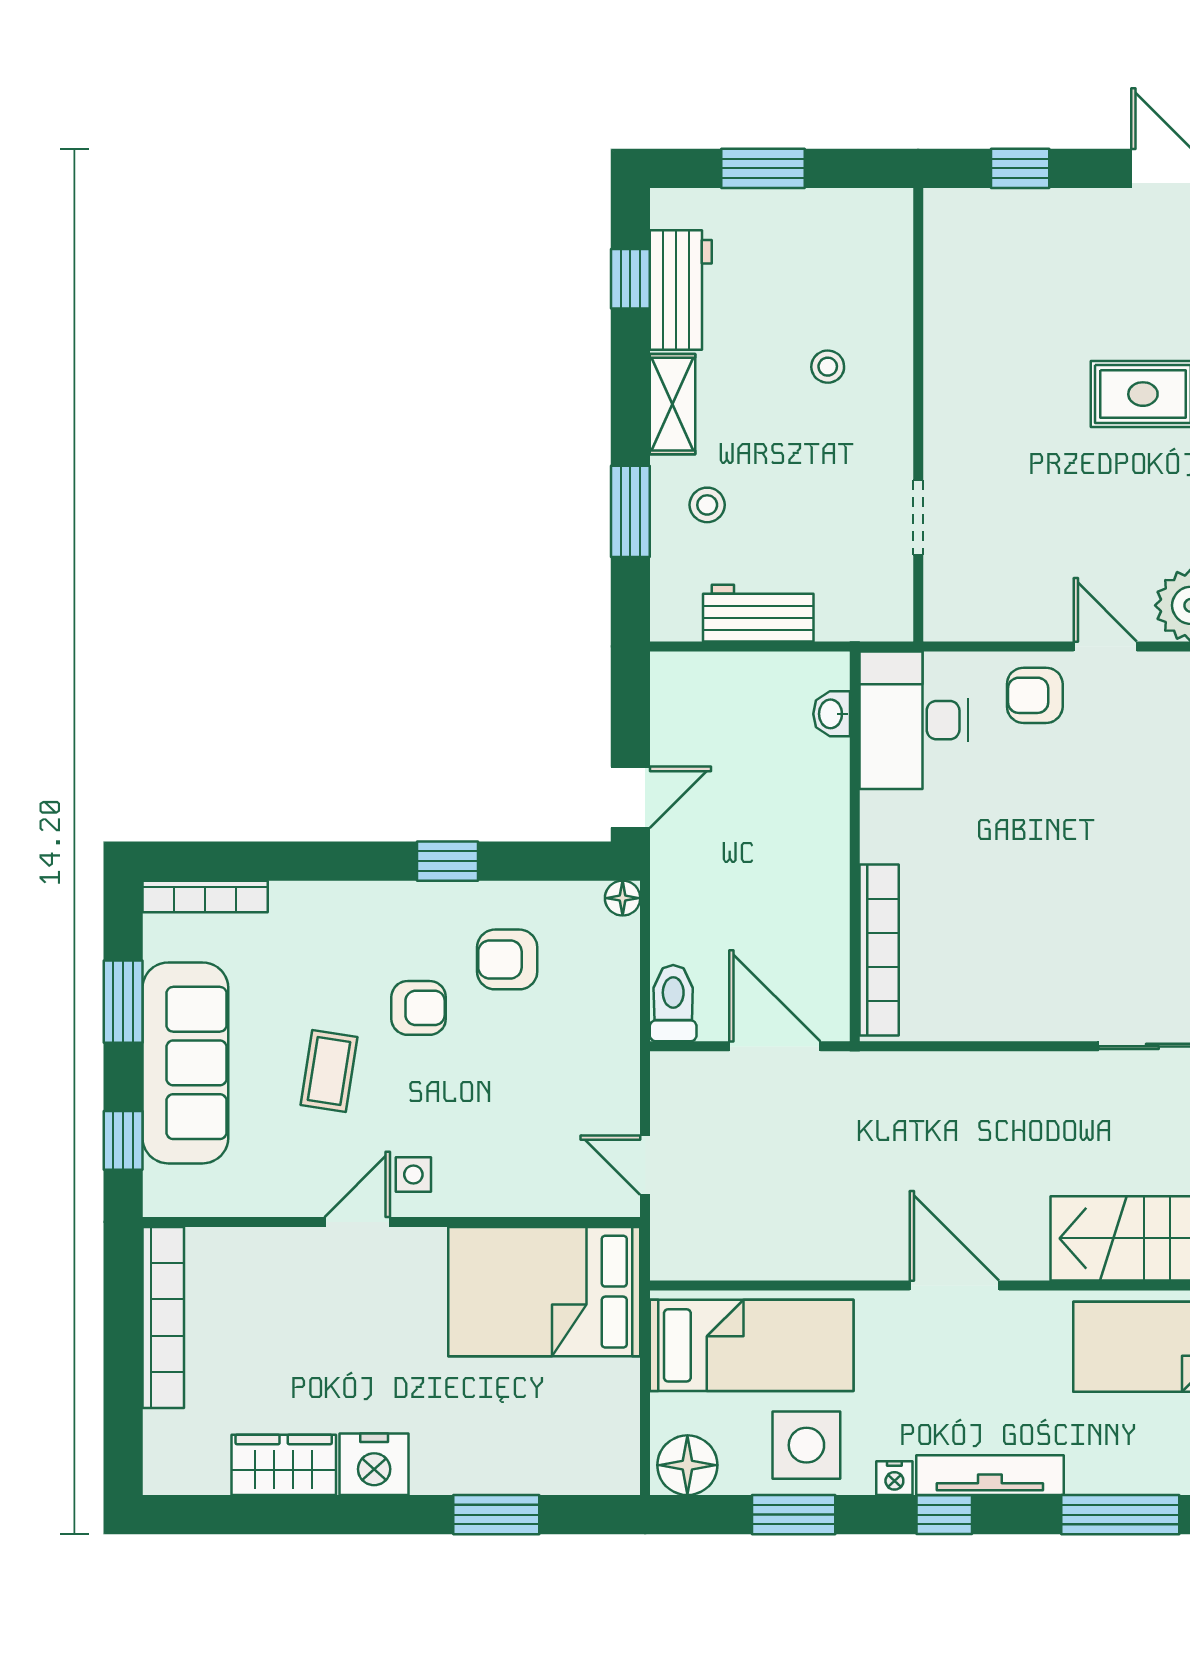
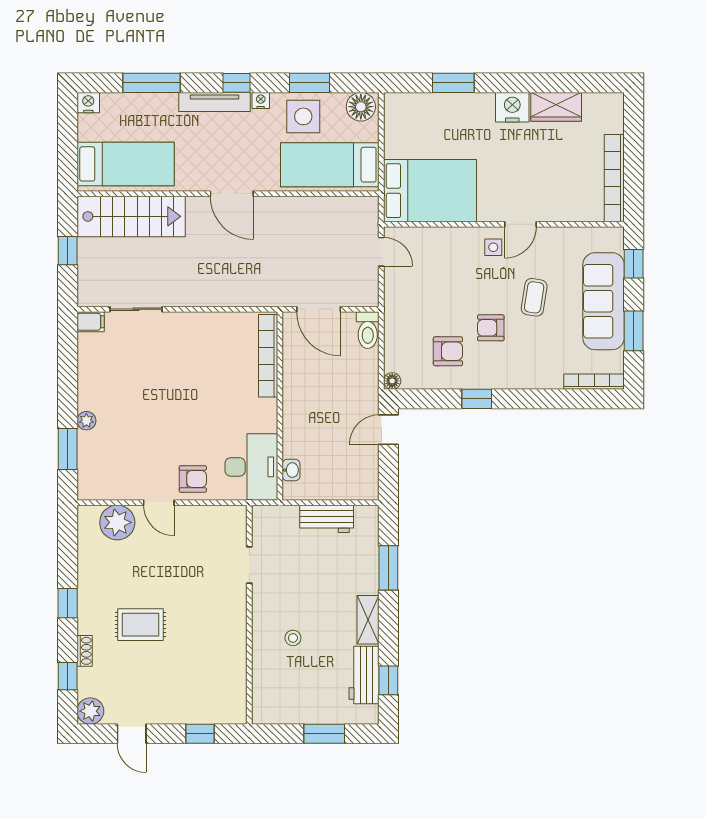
stool: (707, 505) -> (351, 571), removed

